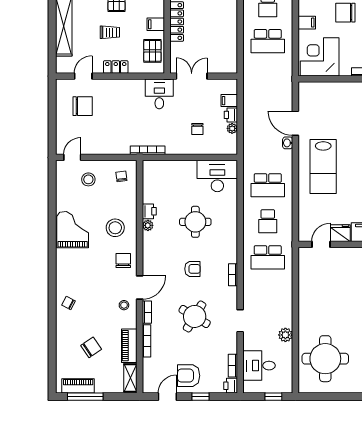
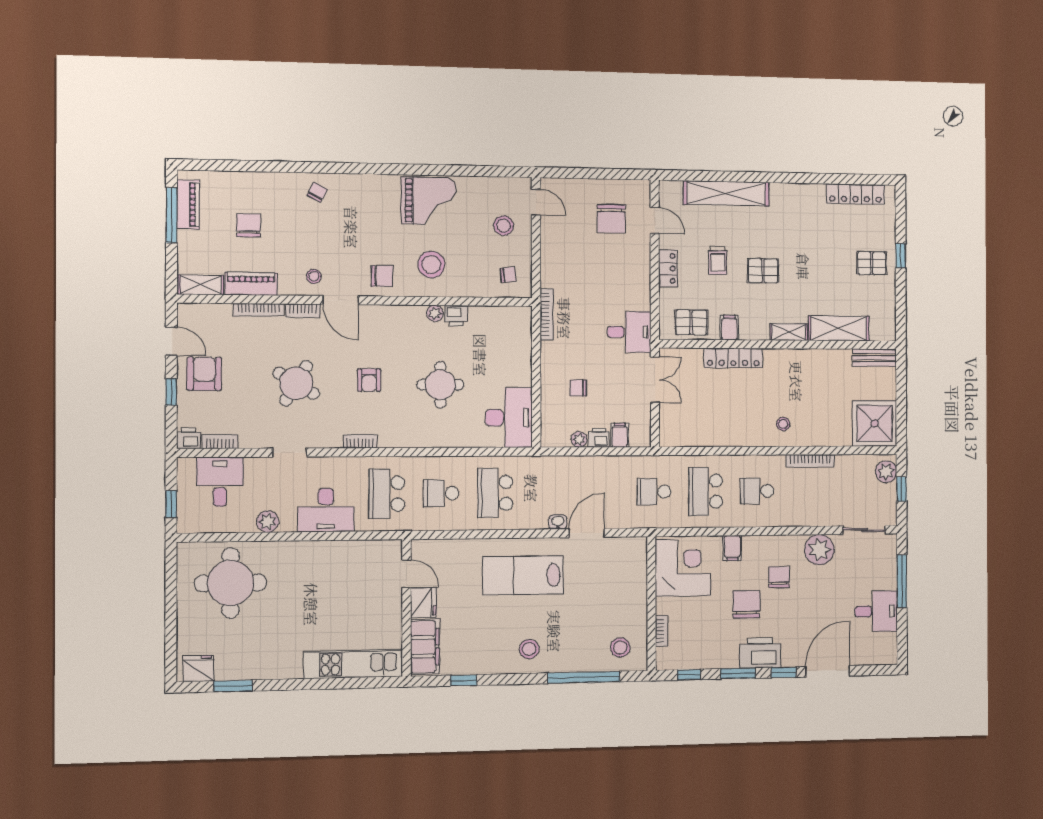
school desk: (268, 77) -> (654, 492), added
desk: (278, 297) -> (326, 510), added
chair: (91, 347) -> (249, 225), turned -146

